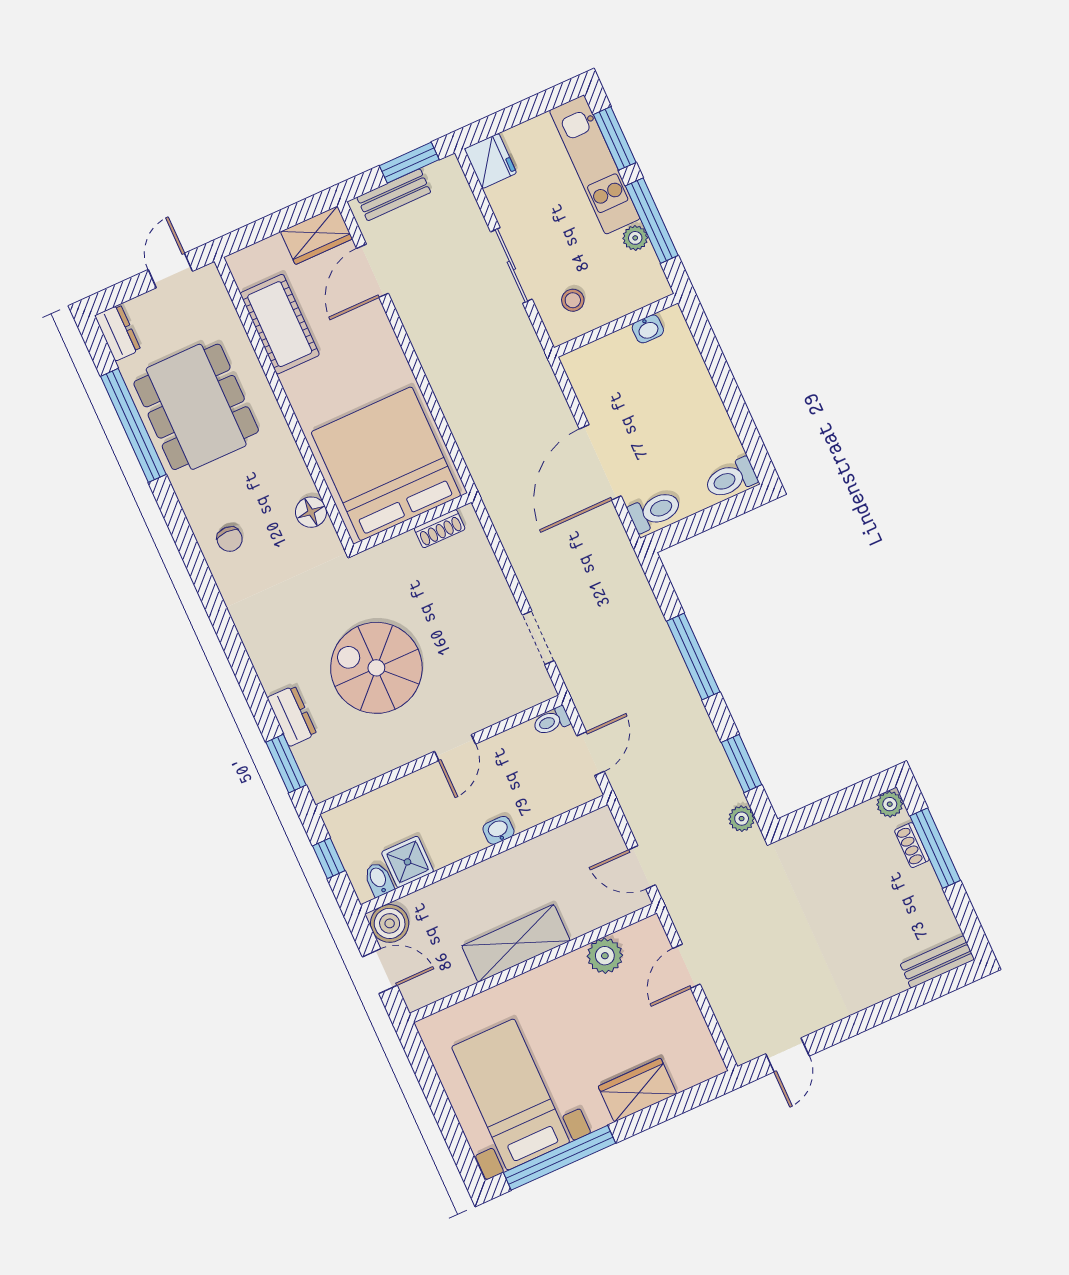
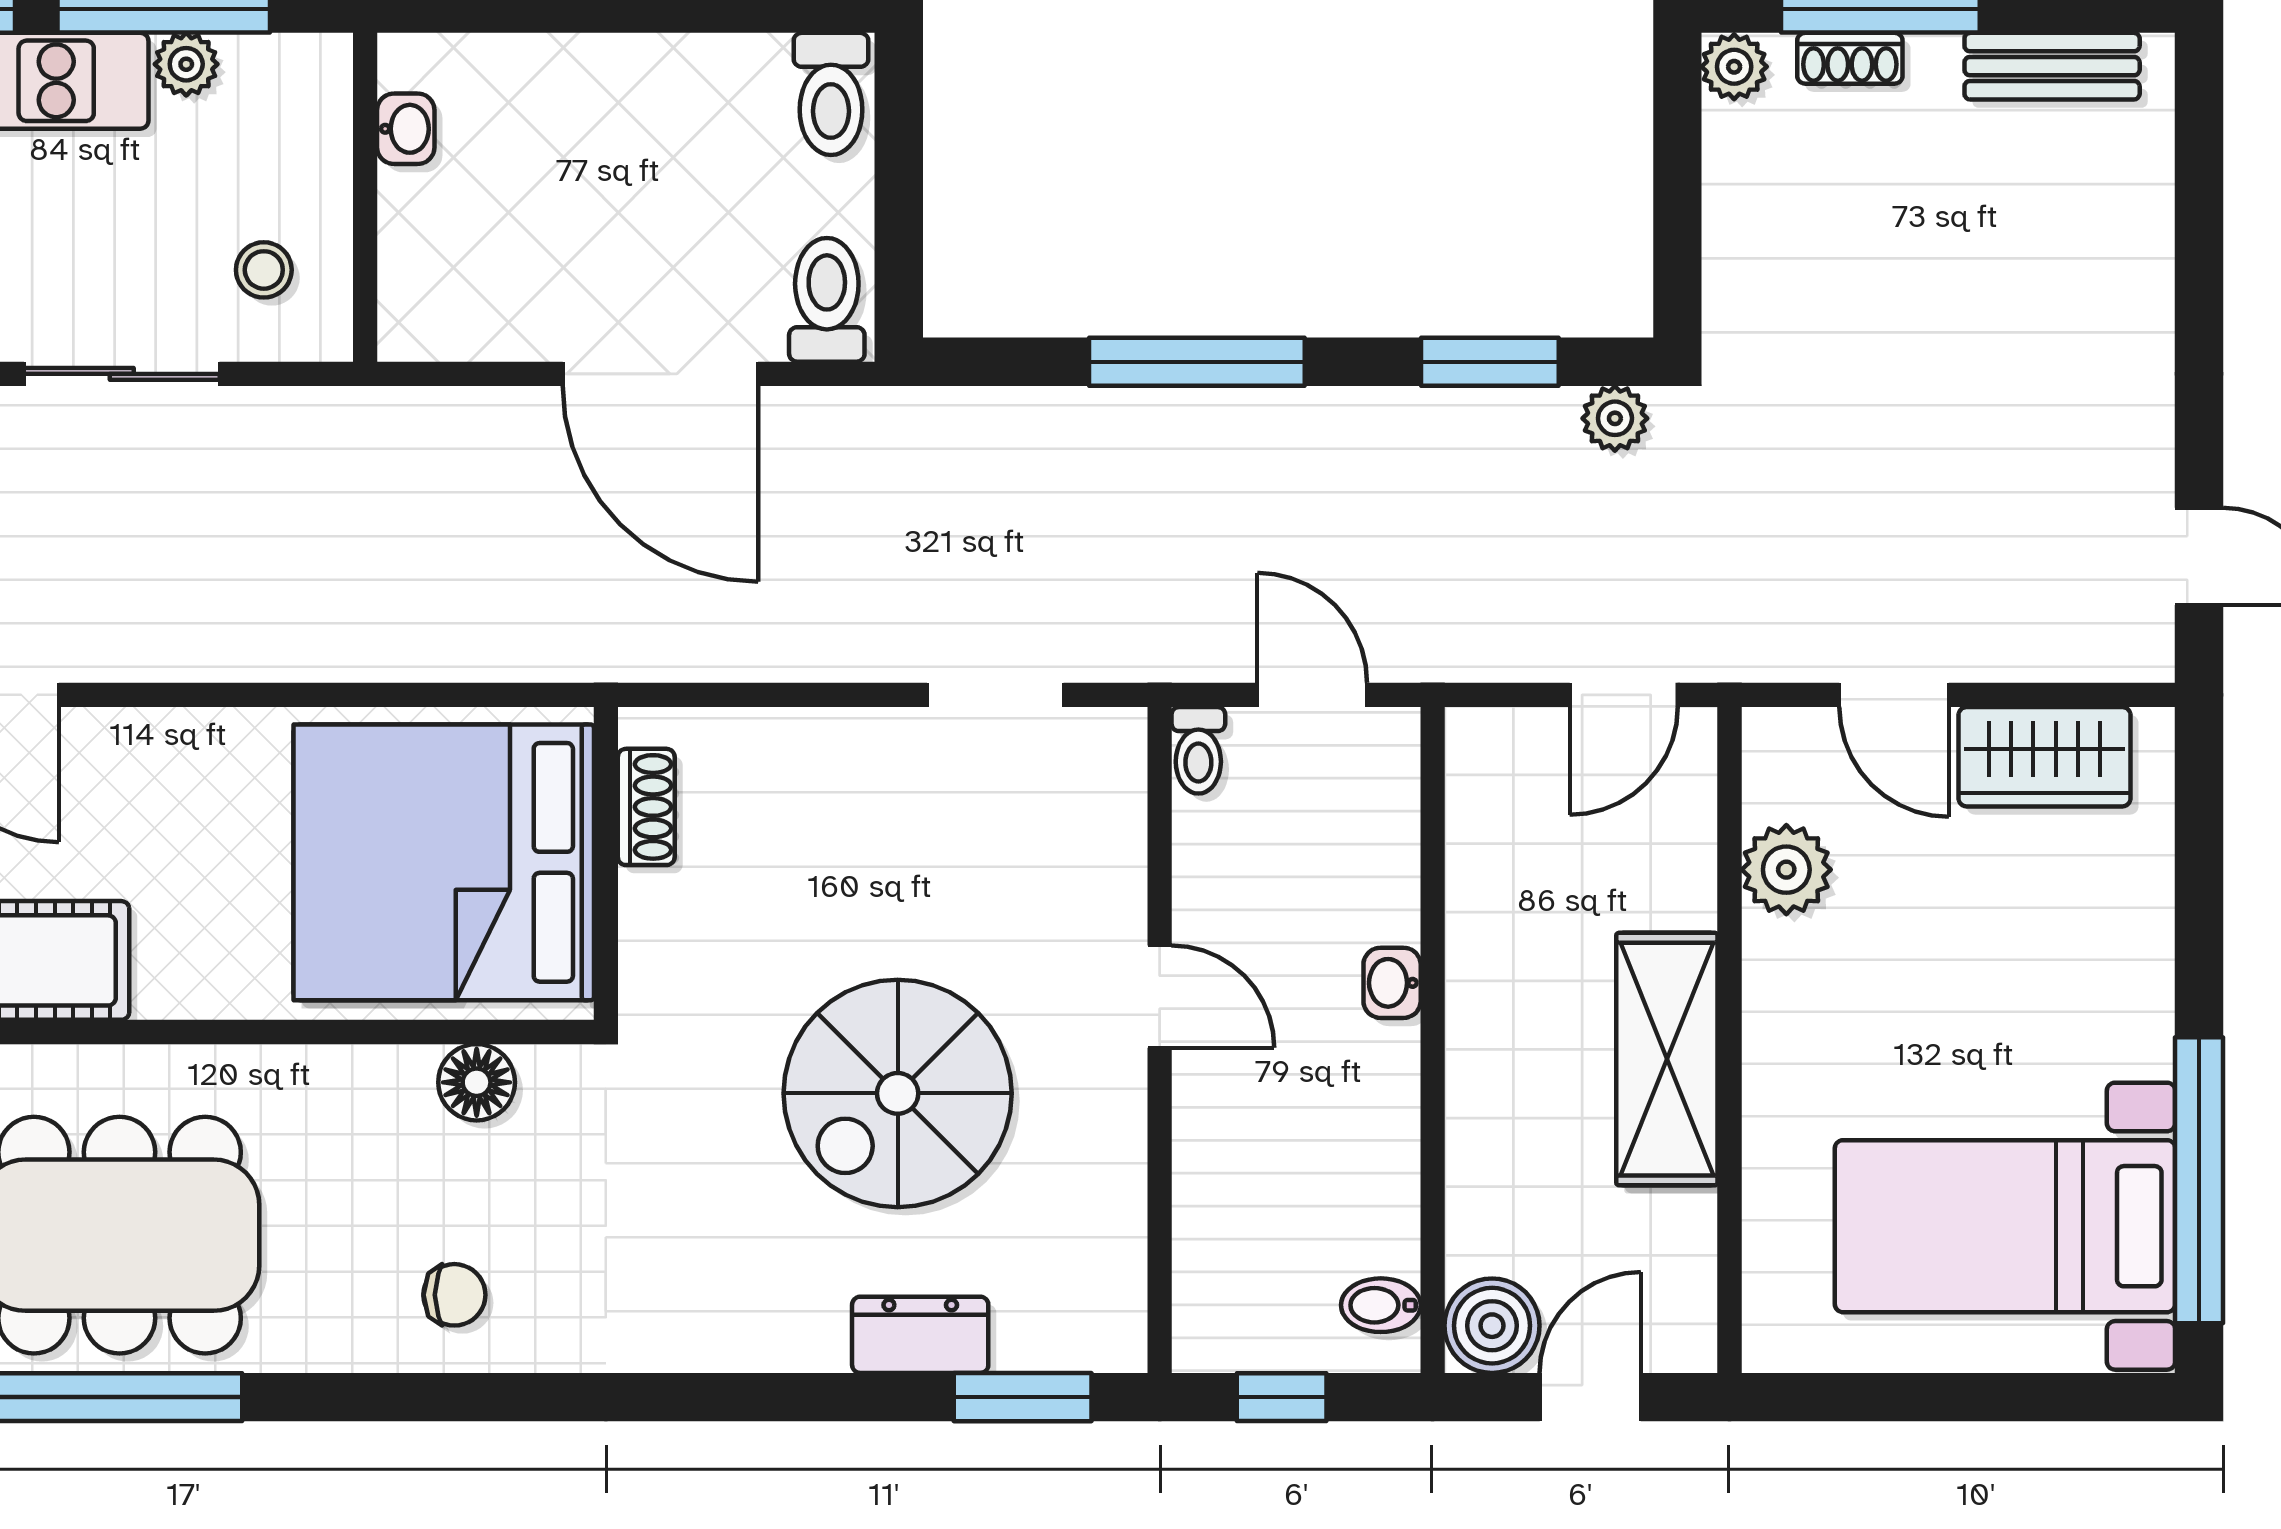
shower: (408, 862) -> (1371, 1222), removed
bench: (937, 962) -> (2052, 66), moved, turned 90
wardrobe: (637, 1090) -> (2044, 757), moved, turned -90

